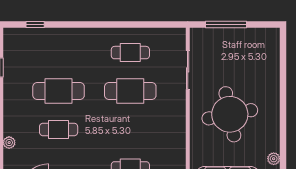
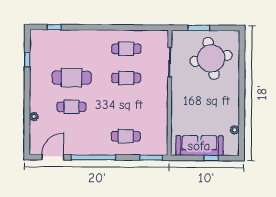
window: (226, 24) -> (199, 28), width x0.69
cafe table: (130, 91) -> (126, 78), width x0.73, depth x0.74
round table: (230, 114) -> (211, 58), moved

